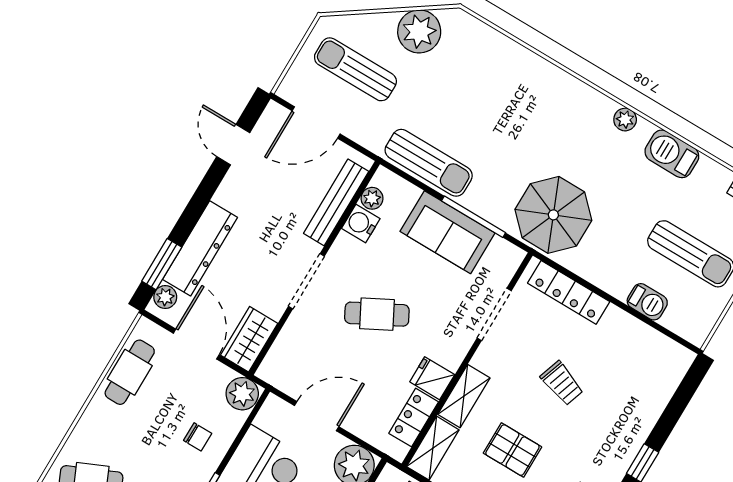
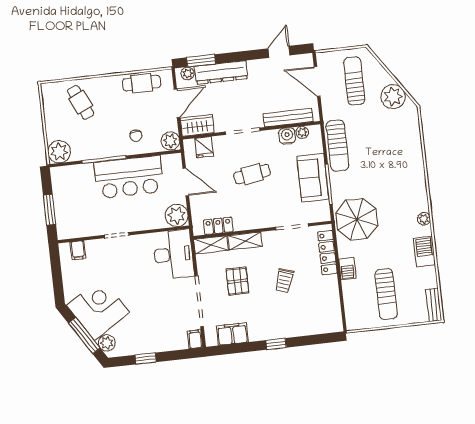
barbecue: (647, 302) -> (347, 269), moved
cafe table: (377, 314) -> (252, 174), turned -71
fridge: (432, 378) -> (204, 147), moved, turned 180

